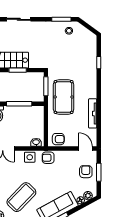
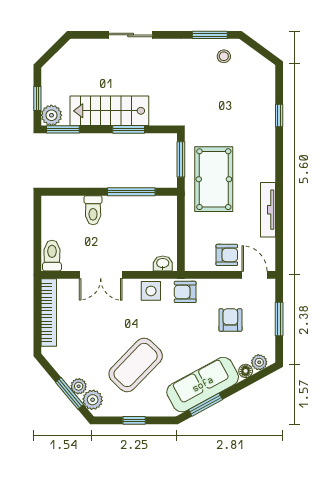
armchair: (58, 139) -> (227, 255), moved
armchair: (86, 172) -> (230, 320), moved

